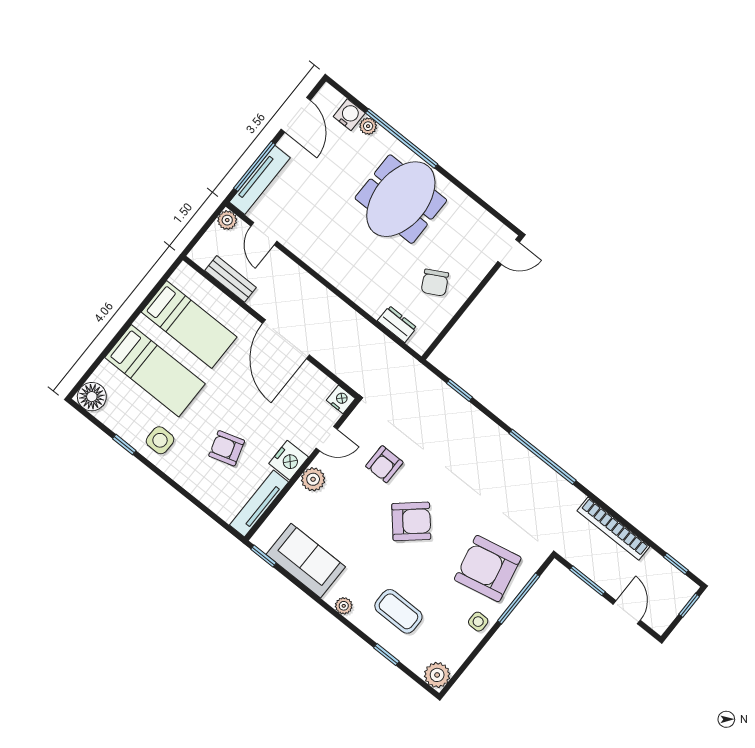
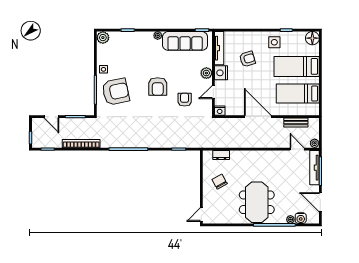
armchair: (411, 521) -> (158, 87), turned -49
sofa: (306, 561) -> (185, 41), width x1.36
coffee table: (398, 611) -> (136, 50), removed

